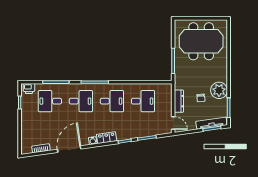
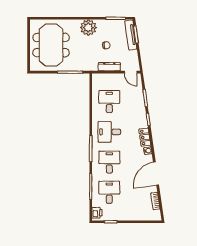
plant: (219, 90) -> (88, 28), moved
desk: (50, 101) -> (109, 192), turned 180
desk: (112, 101) -> (109, 132), turned -90
door: (173, 123) -> (131, 72), swing flipped
door: (69, 149) -> (156, 174), hinge flipped

